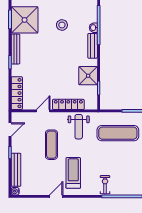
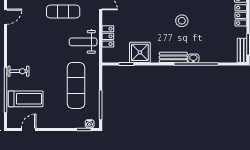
stool: (62, 25) -> (182, 21), moved
locker: (68, 104) -> (108, 36), width x0.66
treadmill: (73, 173) -> (26, 99), moved
door: (56, 196) -> (6, 17), hinge flipped

